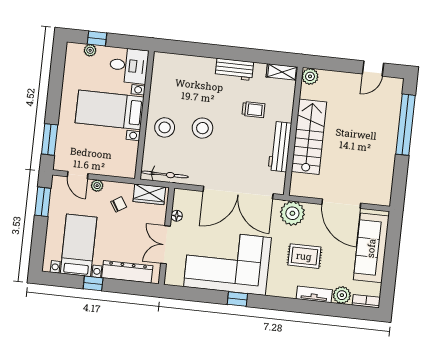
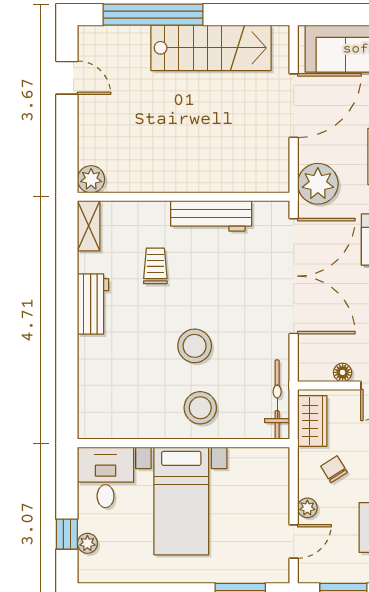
stairs: (309, 137) -> (211, 48), moved, turned 180

